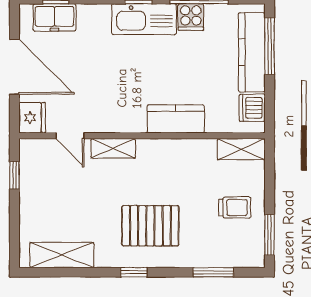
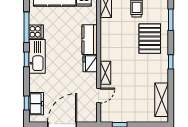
fridge: (32, 118) -> (90, 64), moved, turned -90
pallet: (150, 226) -> (150, 39), moved

